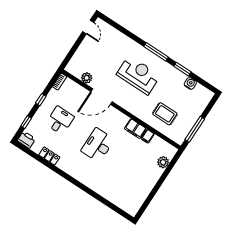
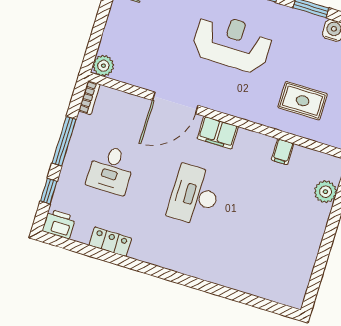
plant: (87, 78) -> (103, 66), moved
window: (41, 100) -> (64, 141), width x2.17
desk: (60, 120) -> (111, 170), turned 180
filing cabinet: (135, 129) -> (218, 133), moved

